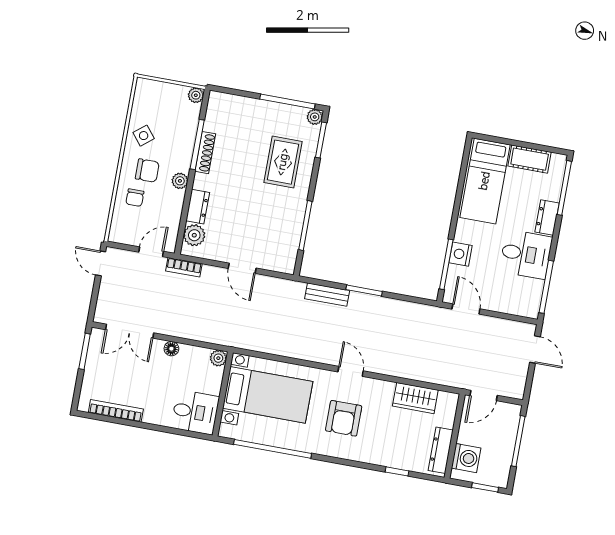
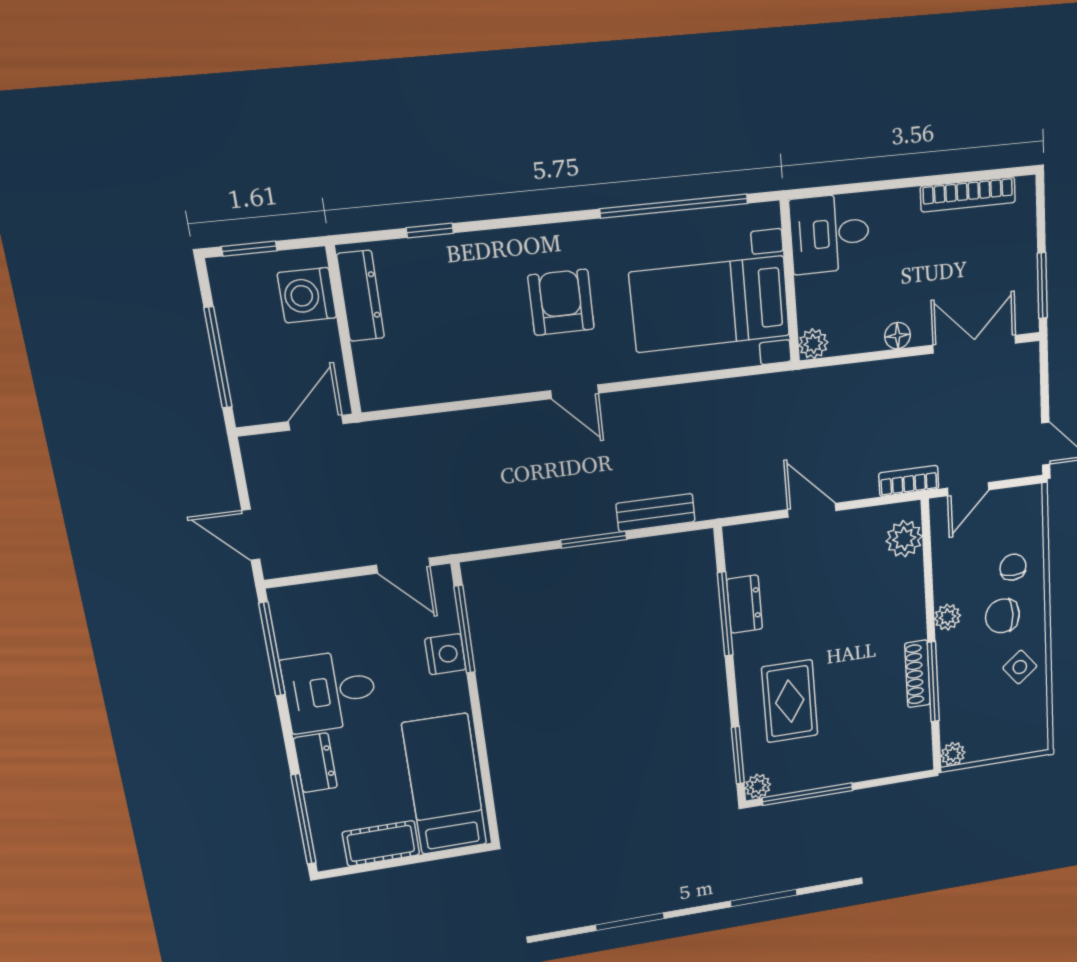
dresser: (198, 207) -> (745, 604), moved, turned 180
wardrobe: (415, 398) -> (441, 380), removed

